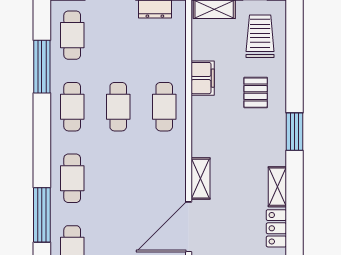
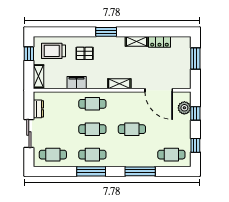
window: (42, 67) -> (91, 171), moved
cafe table: (72, 178) -> (132, 129), moved
shelving: (201, 179) -> (119, 84), moved
window: (42, 215) -> (140, 171), moved

